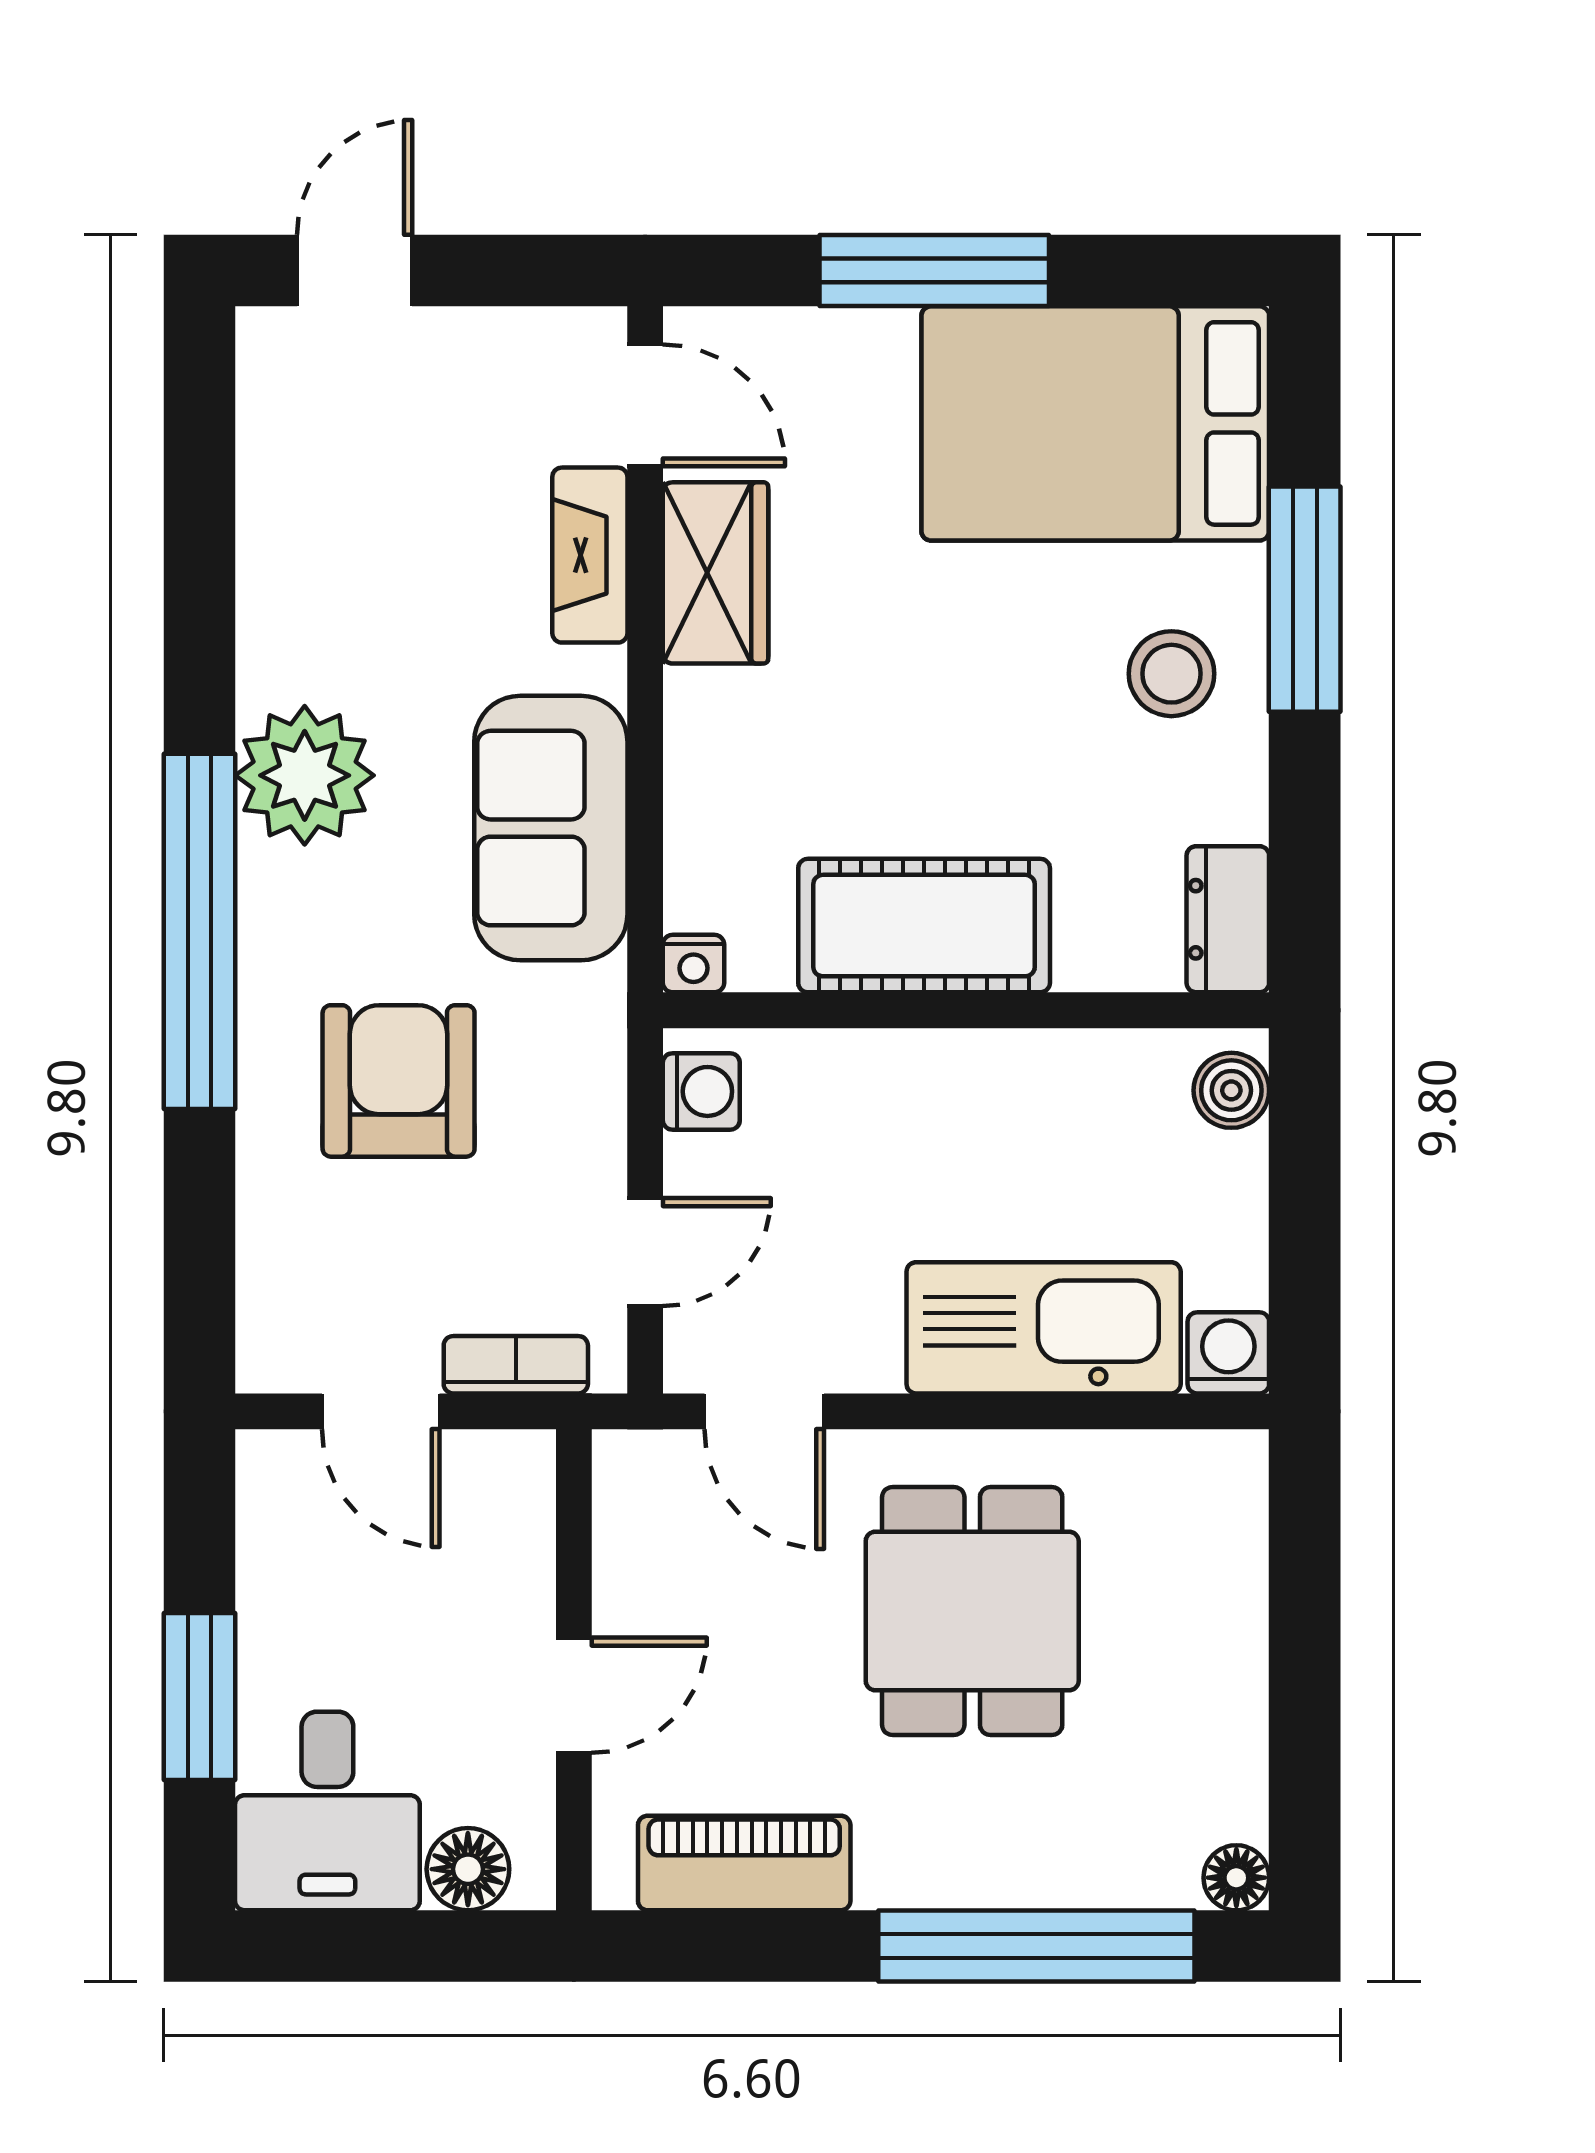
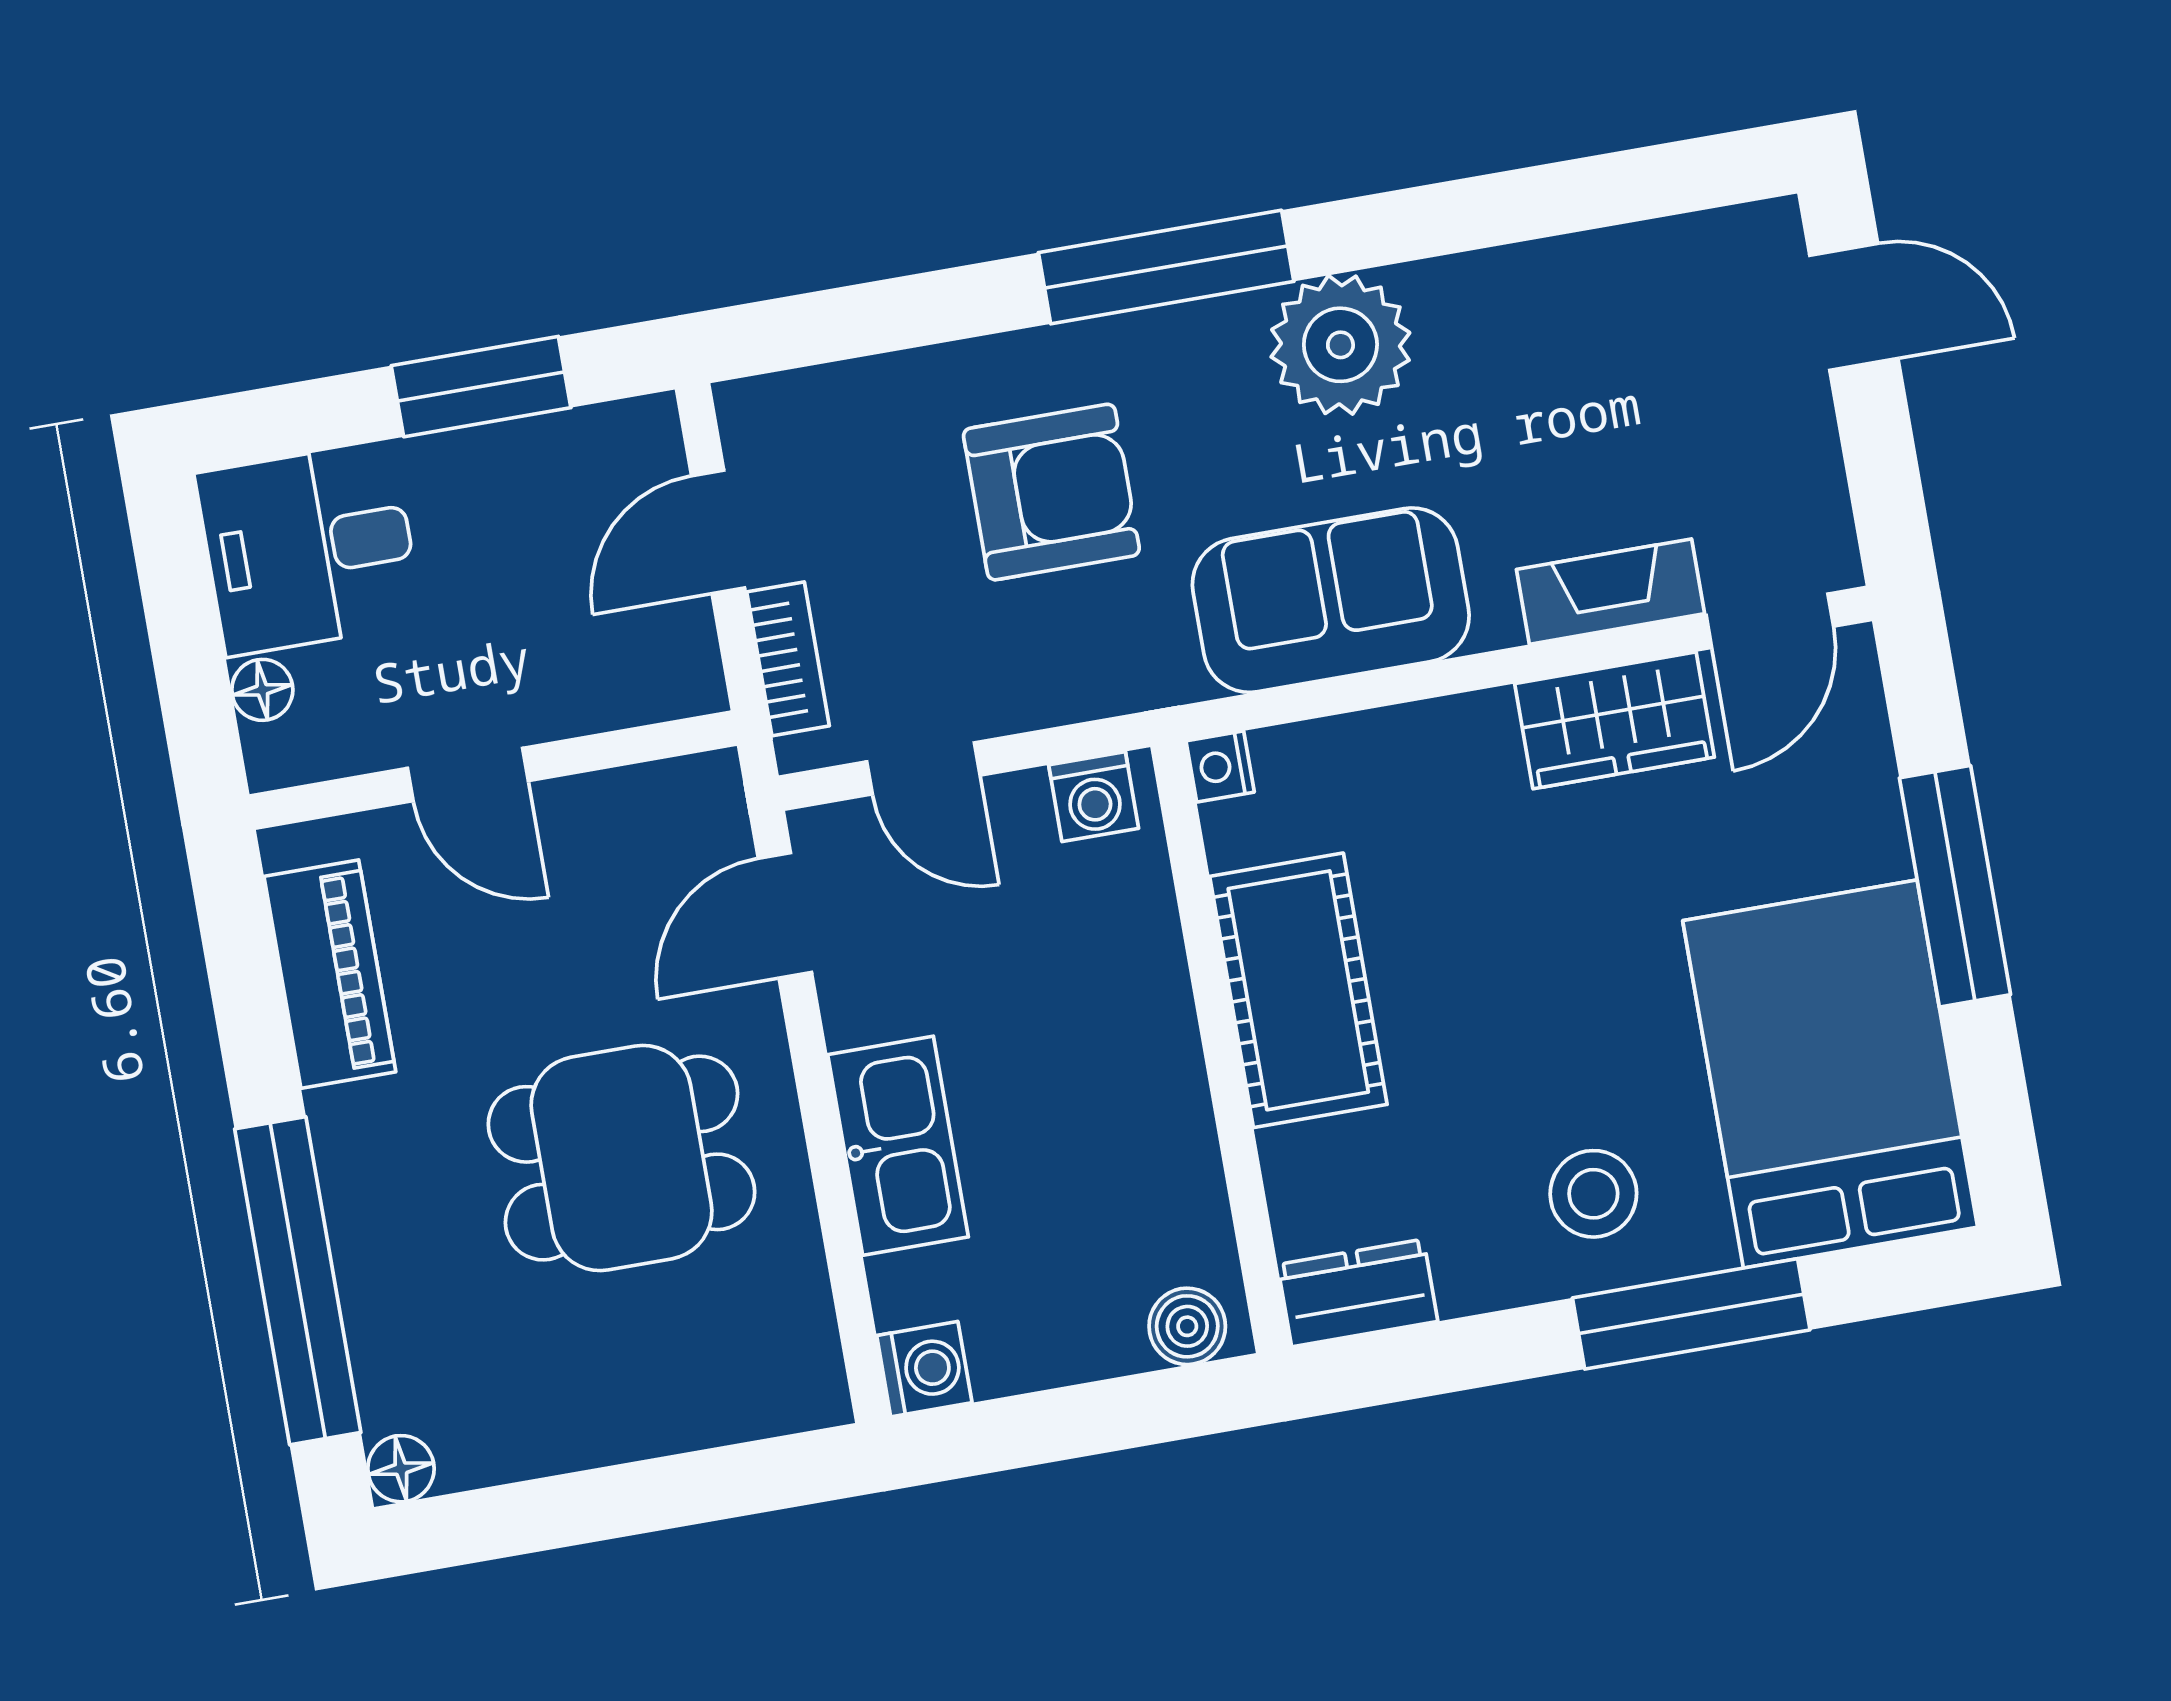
window: (200, 931) -> (1166, 267), width x0.68
kitchen sink: (1044, 1328) -> (898, 1146), width x0.73, depth x0.81
window: (200, 1696) -> (481, 387), moved
floor lamp: (468, 1869) -> (262, 690), width x0.73, depth x0.73

